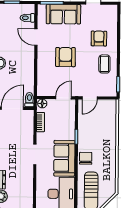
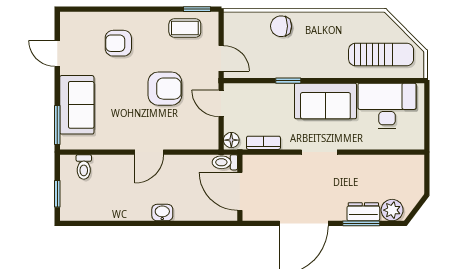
door: (36, 37) -> (149, 152), moved
armchair: (65, 57) -> (165, 89), moved, turned 180
coffee table: (104, 64) -> (185, 28), moved
chair: (86, 158) -> (281, 26), moved

